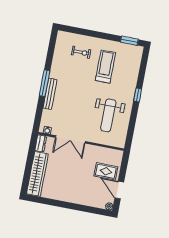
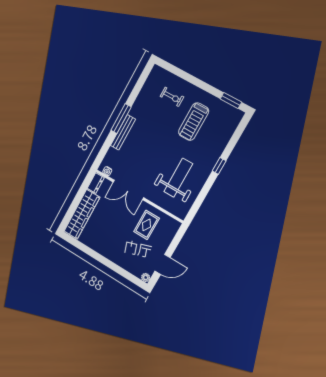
treadmill: (105, 67) -> (194, 122), turned 180
weight bench: (108, 115) -> (178, 178), turned 180
rug: (106, 171) -> (146, 225), moved, turned 90
door: (119, 190) -> (163, 264), swing flipped

